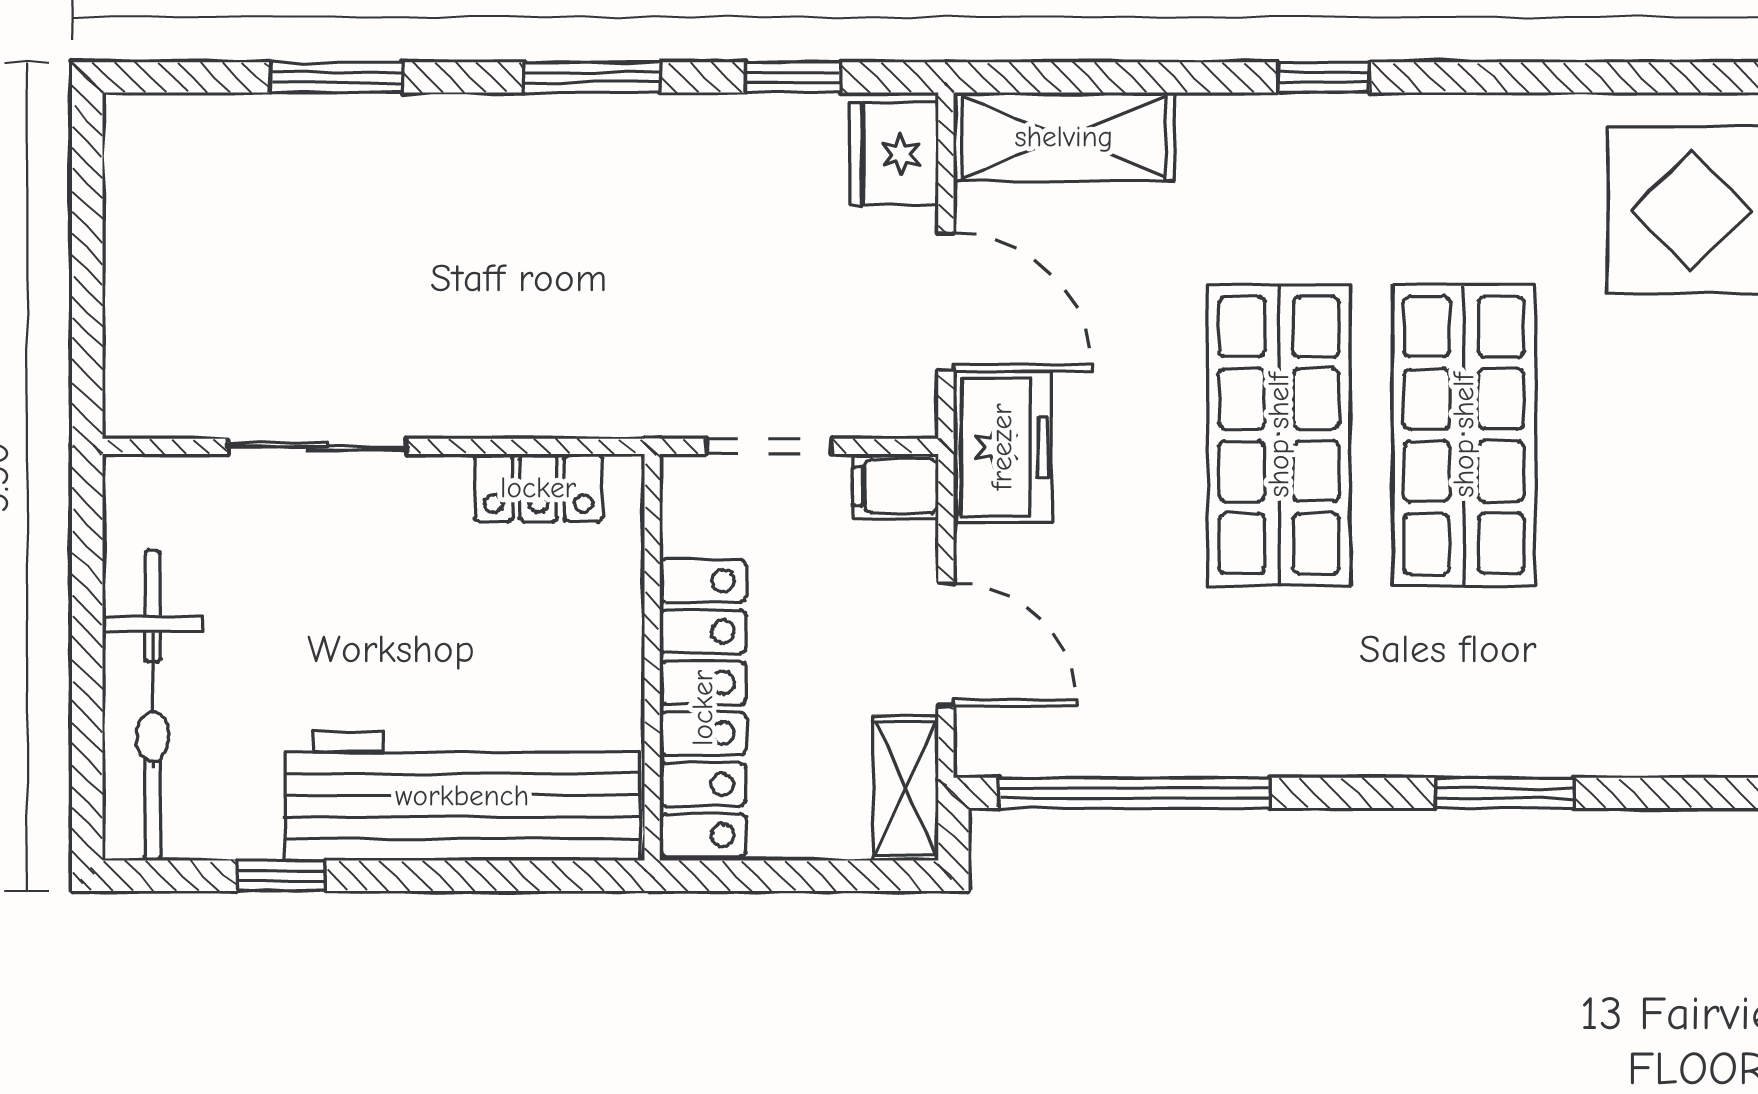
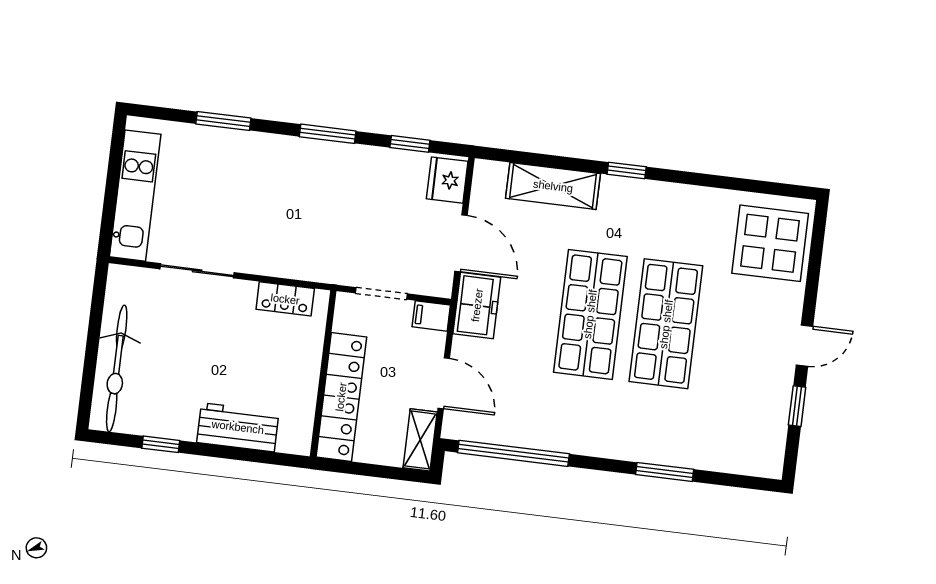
shelving: (1064, 137) -> (553, 186), moved
kitchen unit: (146, 283) -> (135, 196), added
workbench: (462, 796) -> (238, 427), width x0.53, depth x0.76

